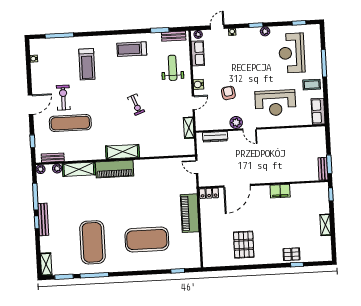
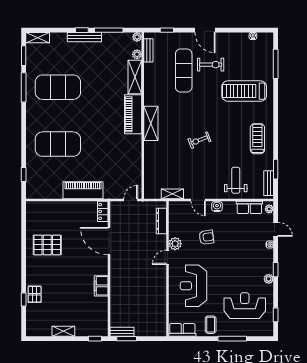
treadmill: (87, 64) -> (244, 91), width x1.37, depth x1.38
weight bench: (173, 68) -> (236, 180), turned -90
exercise mat: (147, 240) -> (58, 144), turned 90

